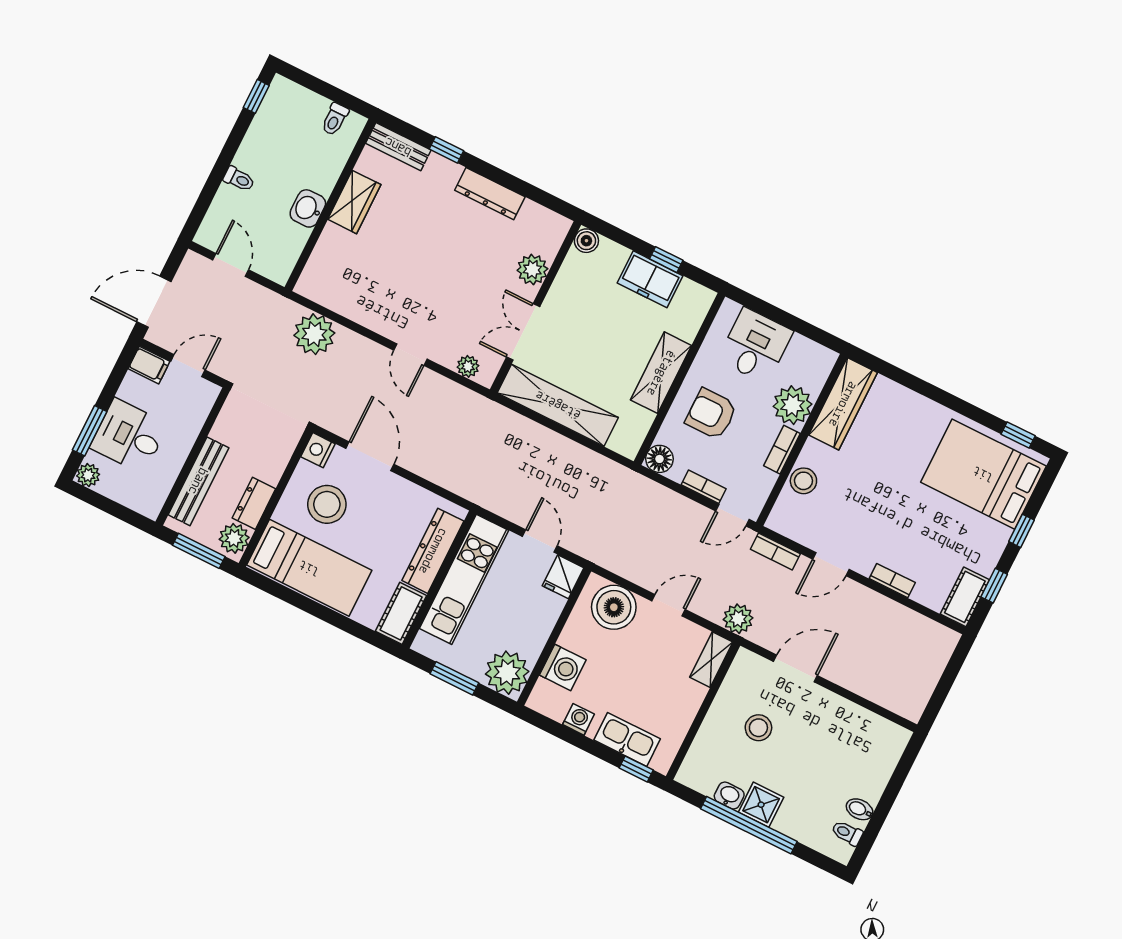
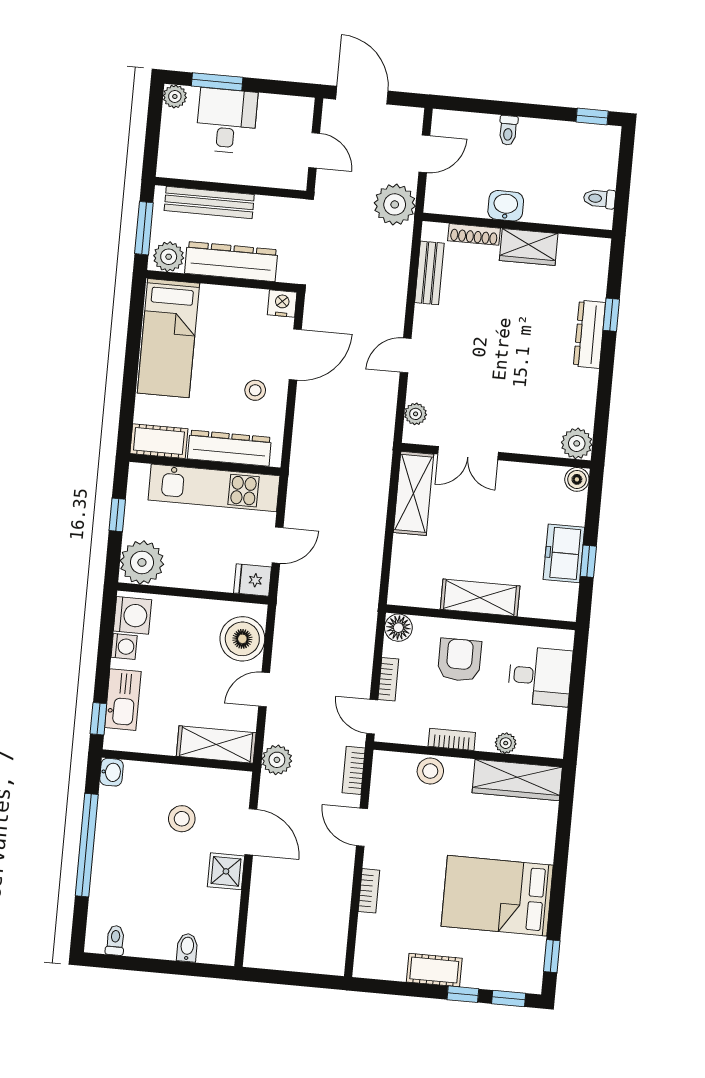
bench: (398, 147) -> (429, 273), moved
dresser: (490, 194) -> (589, 334), moved
shoe rack: (323, 248) -> (474, 234), added
plant: (532, 270) -> (577, 443), moved
double door: (523, 332) -> (468, 453), swing flipped
plant: (314, 334) -> (395, 204), moved
filing cabinet: (149, 365) -> (301, 114), removed
shelving: (558, 405) -> (414, 493), width x0.68
plant: (792, 405) -> (506, 743), width x0.53, depth x0.53
bed: (983, 474) -> (497, 896), moved, turned -90
dresser: (254, 503) -> (231, 262), width x1.96, depth x1.24
stool: (327, 504) -> (255, 390), moved, width x0.53, depth x0.53
window: (994, 586) -> (509, 998), moved
cot: (965, 597) -> (434, 970), moved
door: (669, 605) -> (264, 690), swing flipped
shelving: (711, 660) -> (216, 744), width x1.50, depth x1.33
washing machine: (563, 667) -> (133, 615), moved, turned -90
window: (454, 678) -> (117, 515), width x0.67
washbasin: (729, 796) -> (111, 772), moved
shower: (761, 805) -> (226, 871), moved
bidet: (860, 809) -> (187, 948), moved

